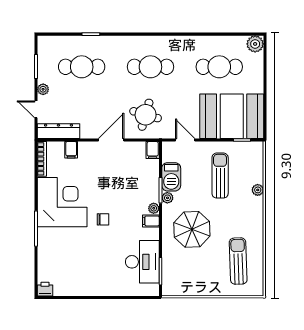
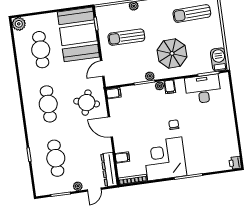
barbecue: (171, 177) -> (219, 60), moved, turned -90

